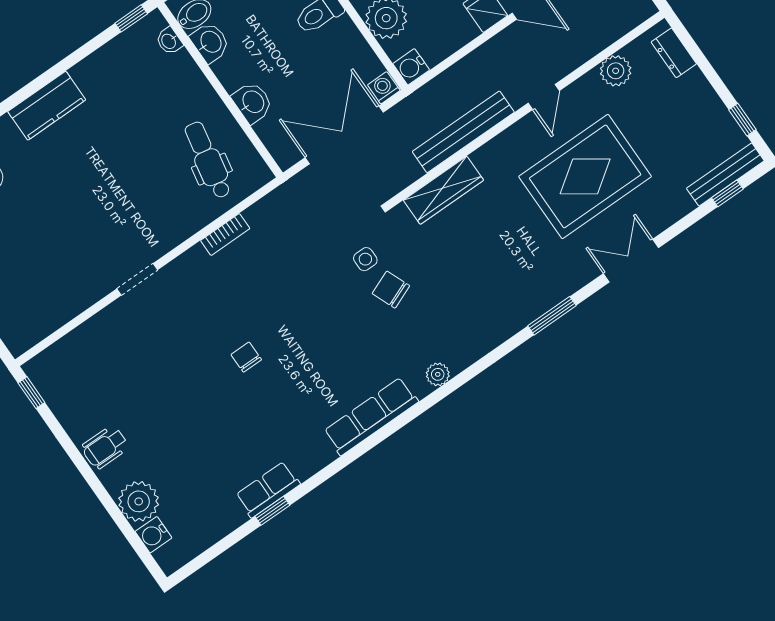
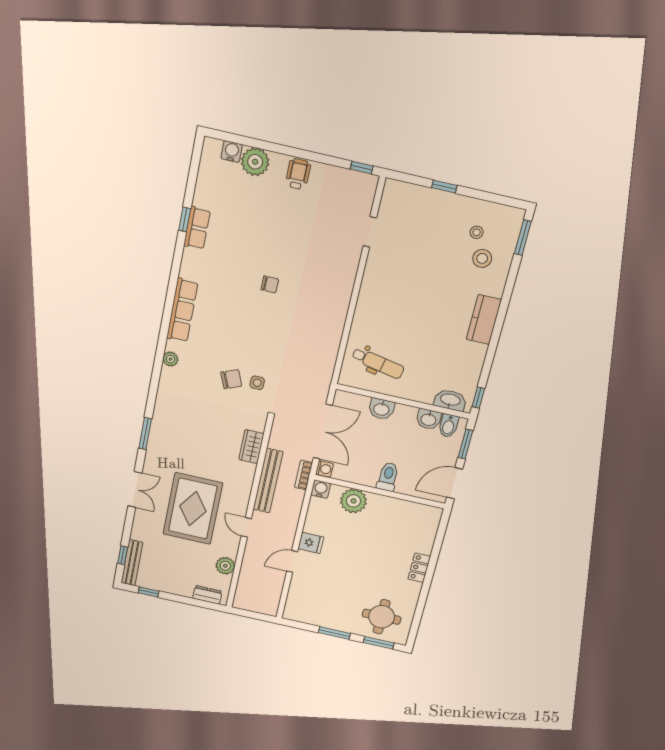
washbasin: (169, 41) -> (450, 400), width x1.91, depth x1.45
wardrobe: (443, 190) -> (251, 447), width x0.67
bookcase: (225, 235) -> (304, 475), moved
doorway: (137, 279) -> (370, 232), moved

